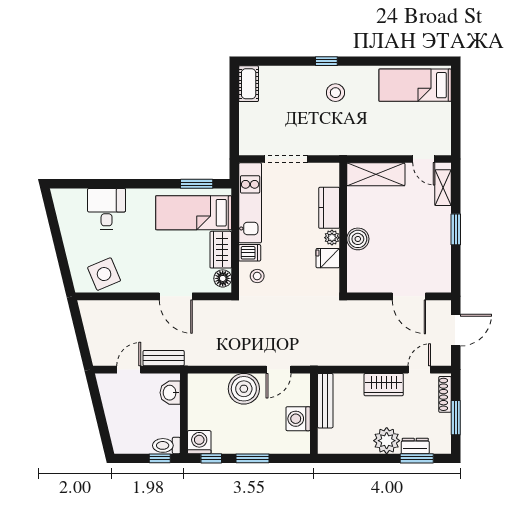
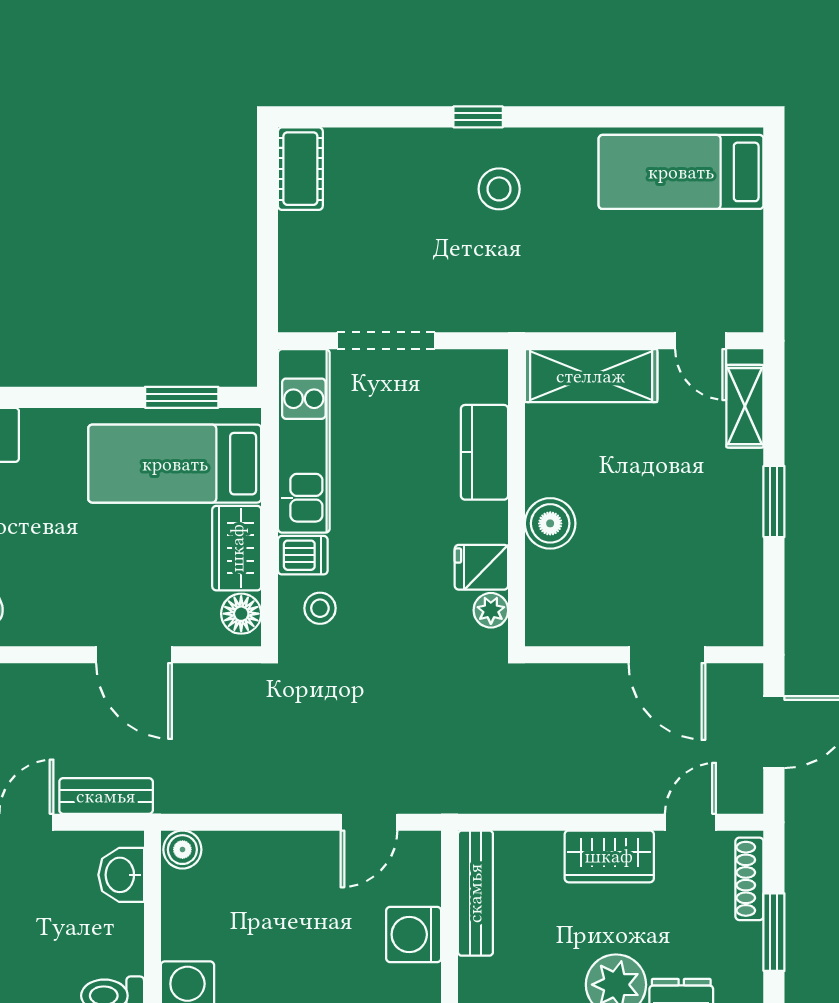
plant: (332, 238) -> (491, 610), moved
boiler: (244, 389) -> (182, 850), moved, width x0.54, depth x0.54

